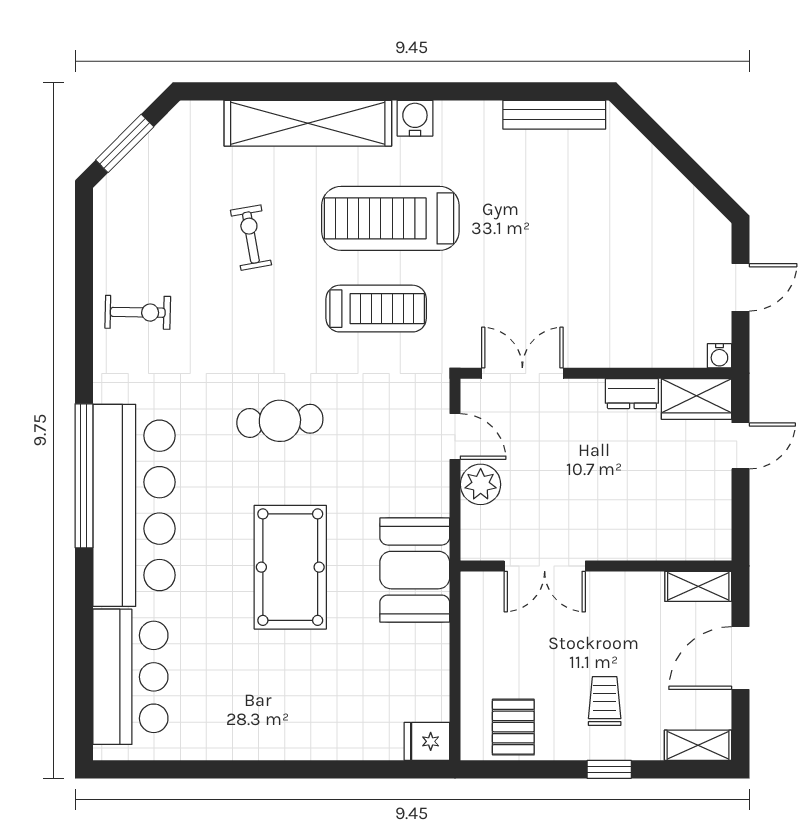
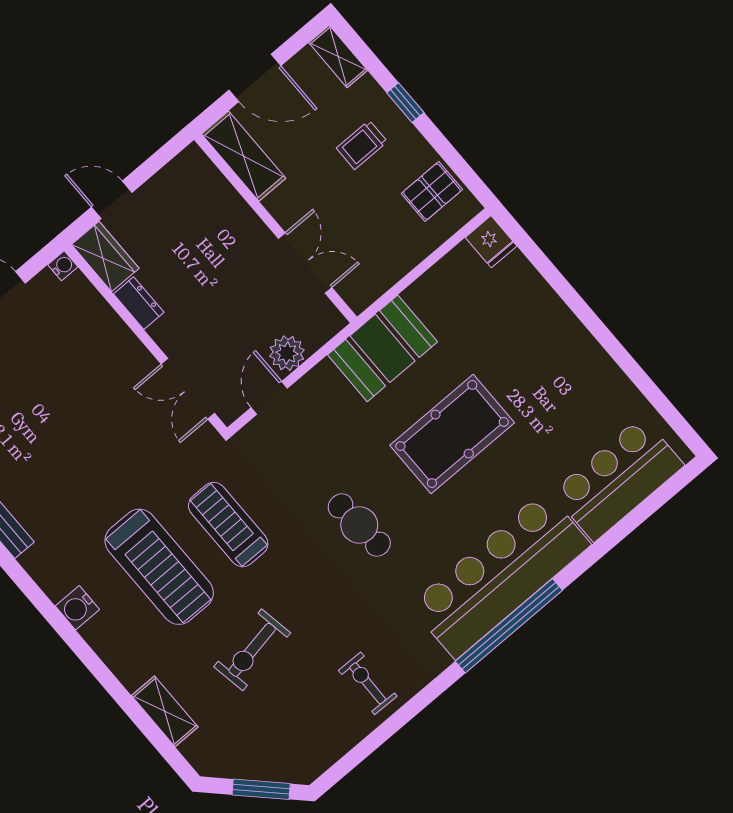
shelving: (308, 123) -> (165, 711), width x0.45, depth x0.75
exercise bike: (251, 238) -> (252, 650), width x1.38, depth x1.39
shelving: (698, 586) -> (244, 156), width x1.50, depth x1.33

